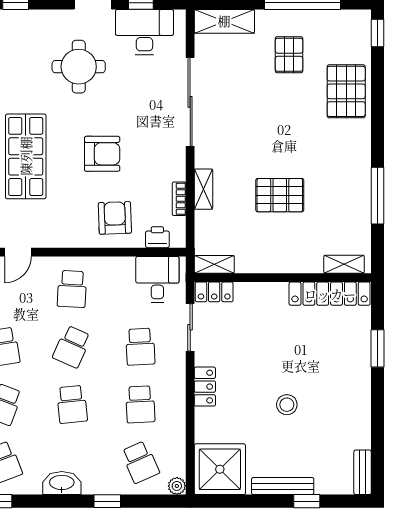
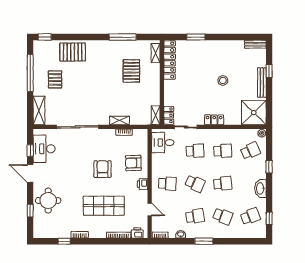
pallet: (289, 55) -> (55, 79), turned 90
round table: (79, 67) -> (48, 201), moved
pallet: (280, 195) -> (131, 71), moved
printer: (157, 237) -> (143, 184), moved

